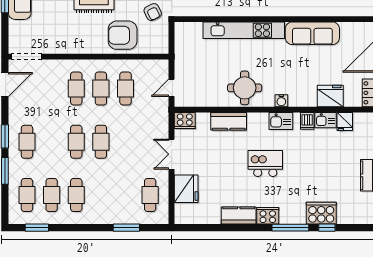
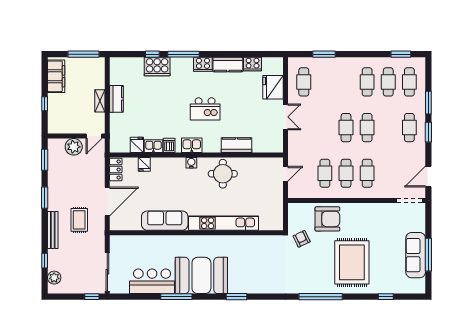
fridge: (330, 96) -> (144, 164), width x0.53, depth x0.75
cooker: (185, 121) -> (253, 64), moved, turned 180

